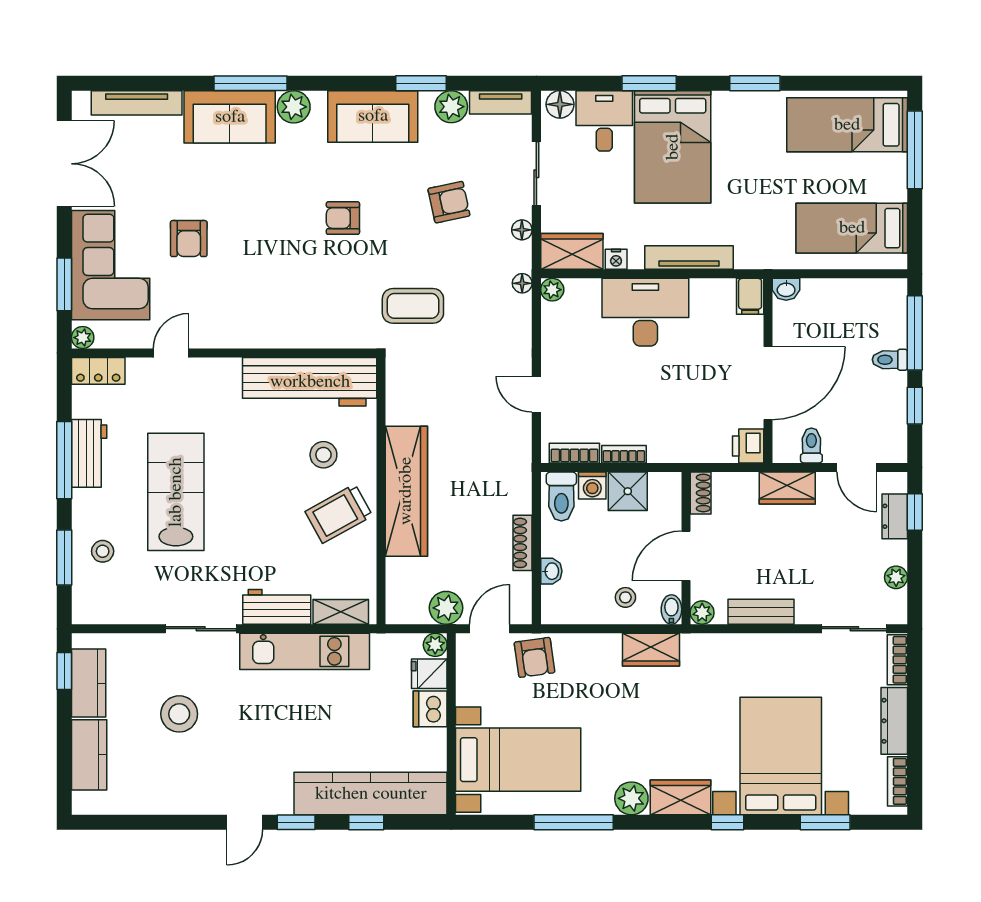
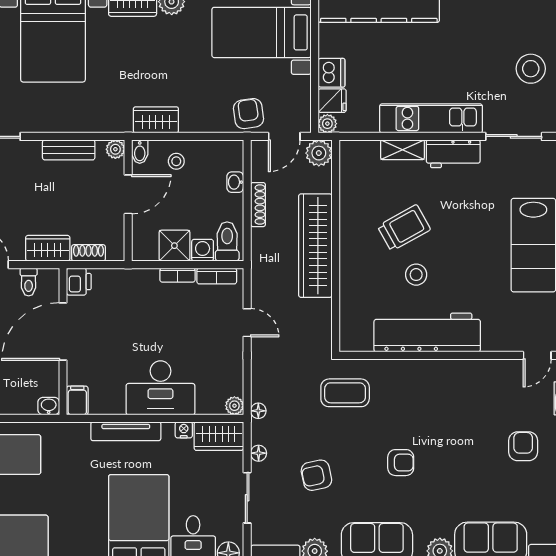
wall: (381, 491) -> (336, 246), moved
wardrobe: (406, 491) -> (315, 246), moved
shoe rack: (701, 493) -> (89, 253), moved, turned 90

